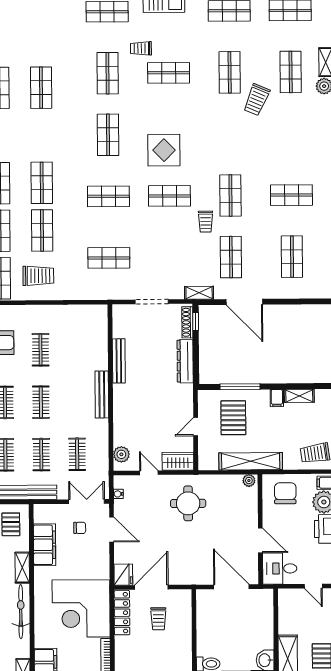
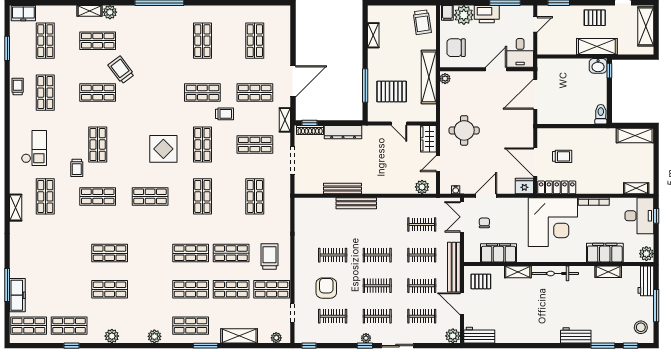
trolley: (257, 100) -> (121, 70), turned -150
shop shelf: (170, 257) -> (255, 144), added
shop shelf: (292, 257) -> (255, 41), turned 90
bench: (102, 394) -> (356, 203), moved
filing cabinet: (277, 398) -> (375, 54), removed

